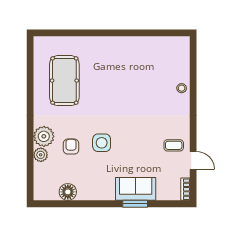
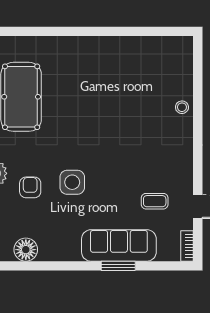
coffee table: (174, 145) -> (155, 201), moved
sofa: (136, 189) -> (119, 245), width x1.36

